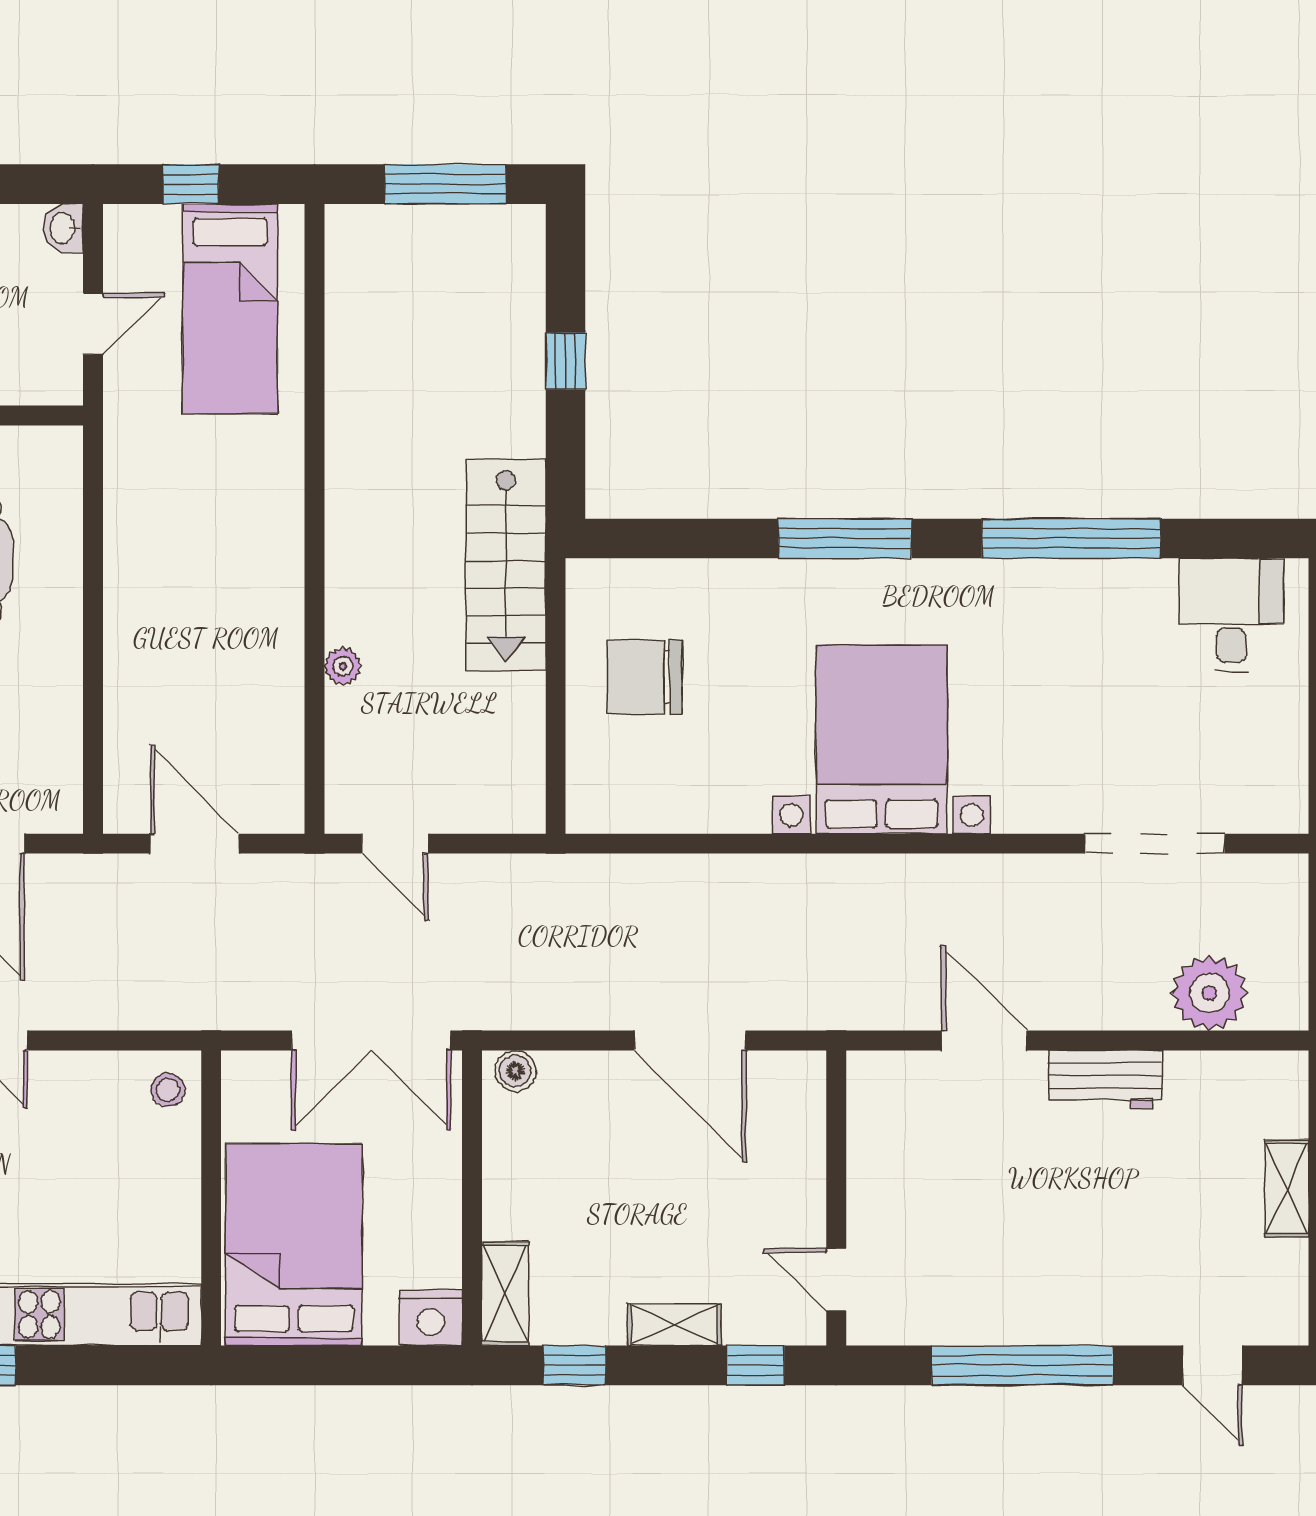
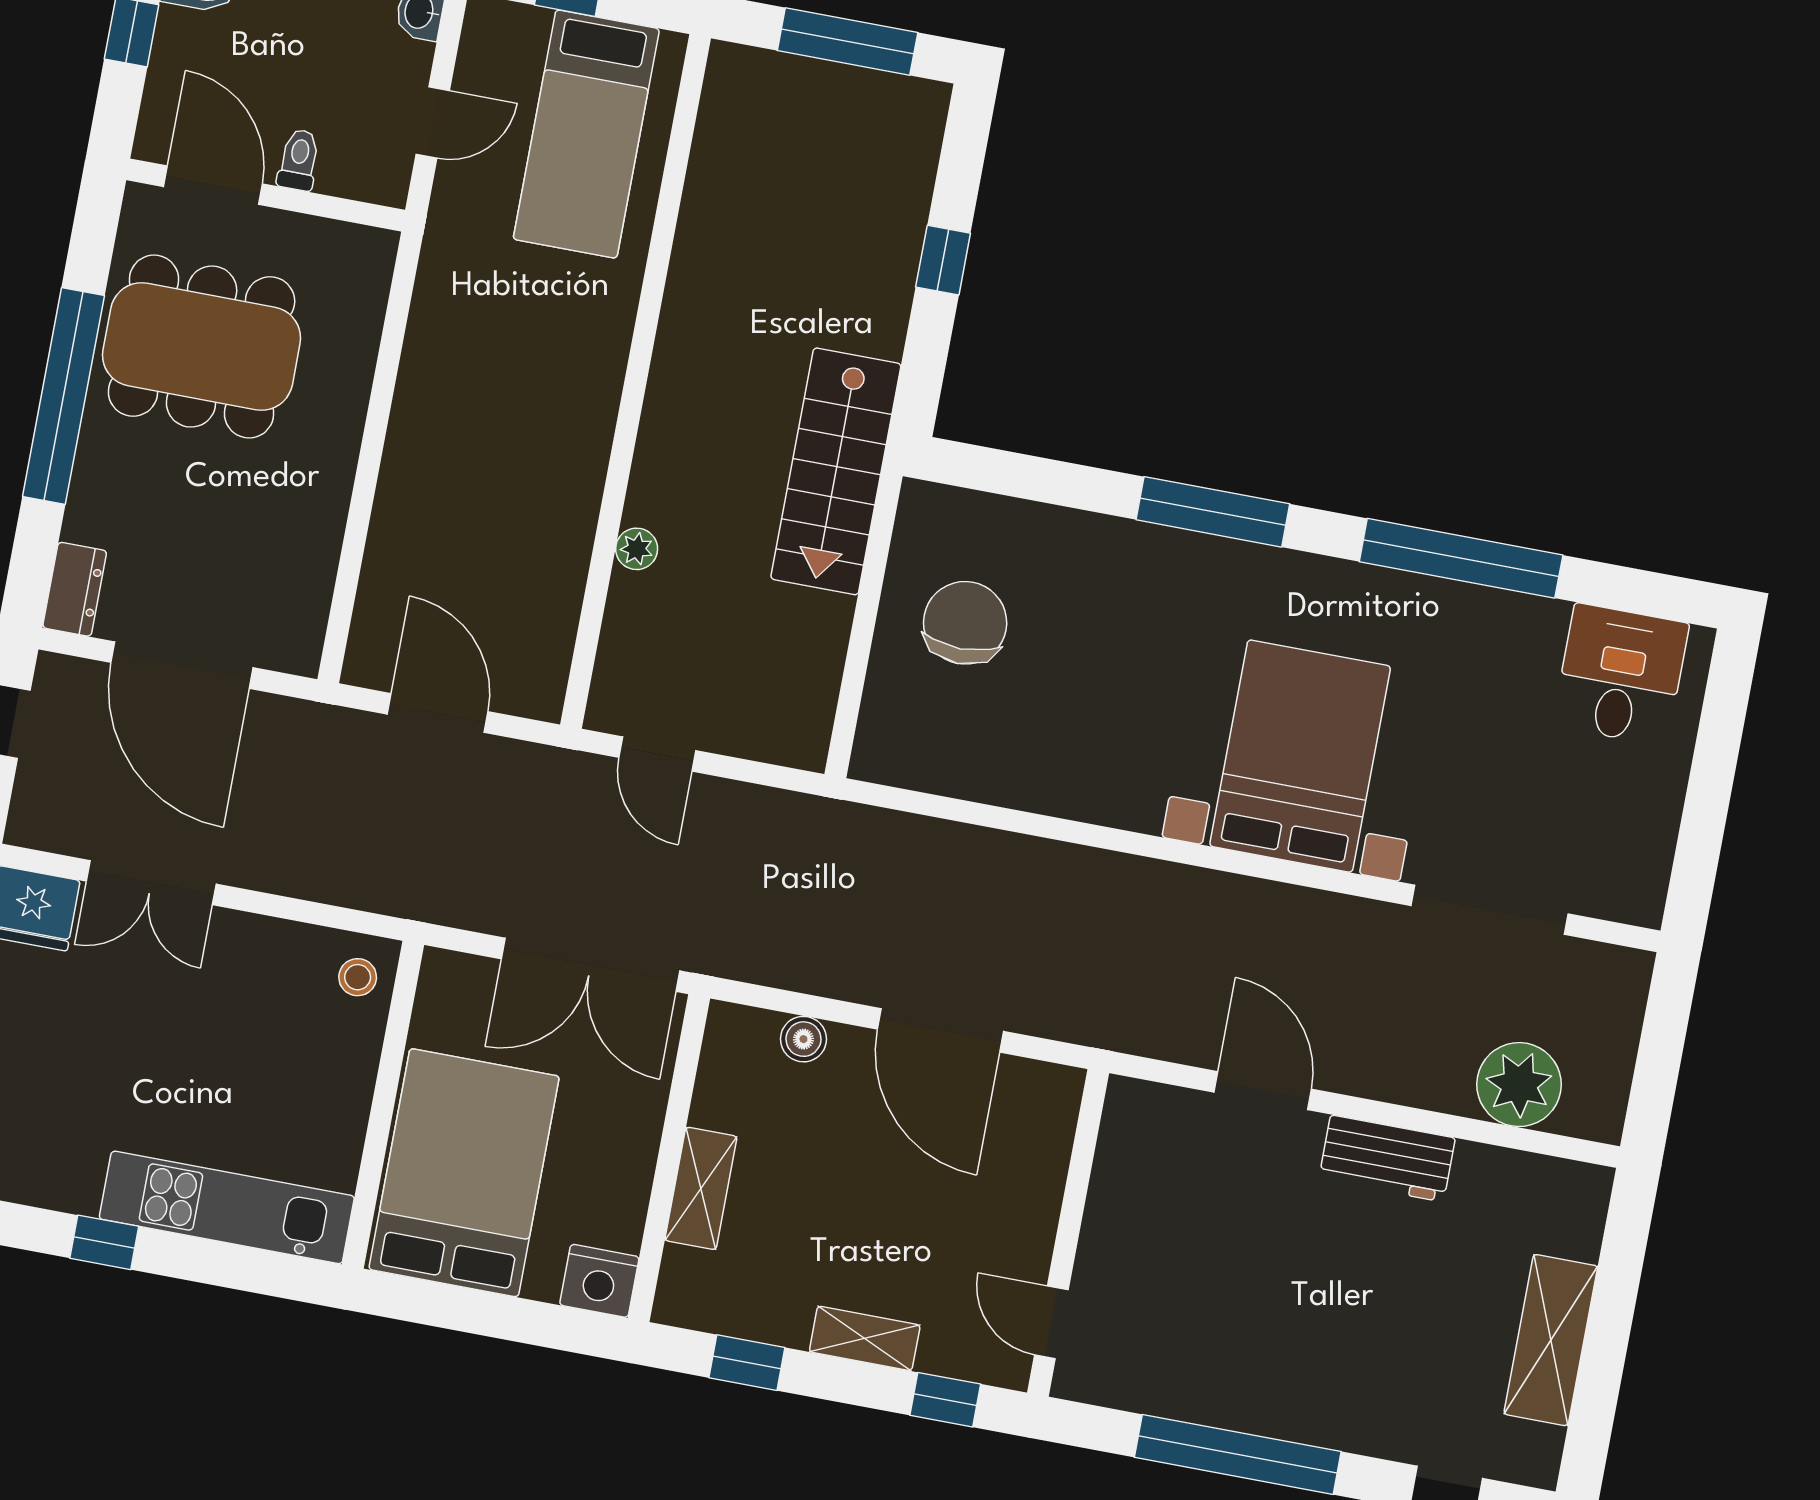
chair: (645, 677) -> (965, 623), turned 90
bed with nightstands: (882, 739) -> (1300, 756), moved
boiler: (515, 1071) -> (803, 1039), moved
shelving: (1287, 1188) -> (1551, 1340), width x1.50, depth x1.33
shelving: (505, 1294) -> (701, 1188), moved

